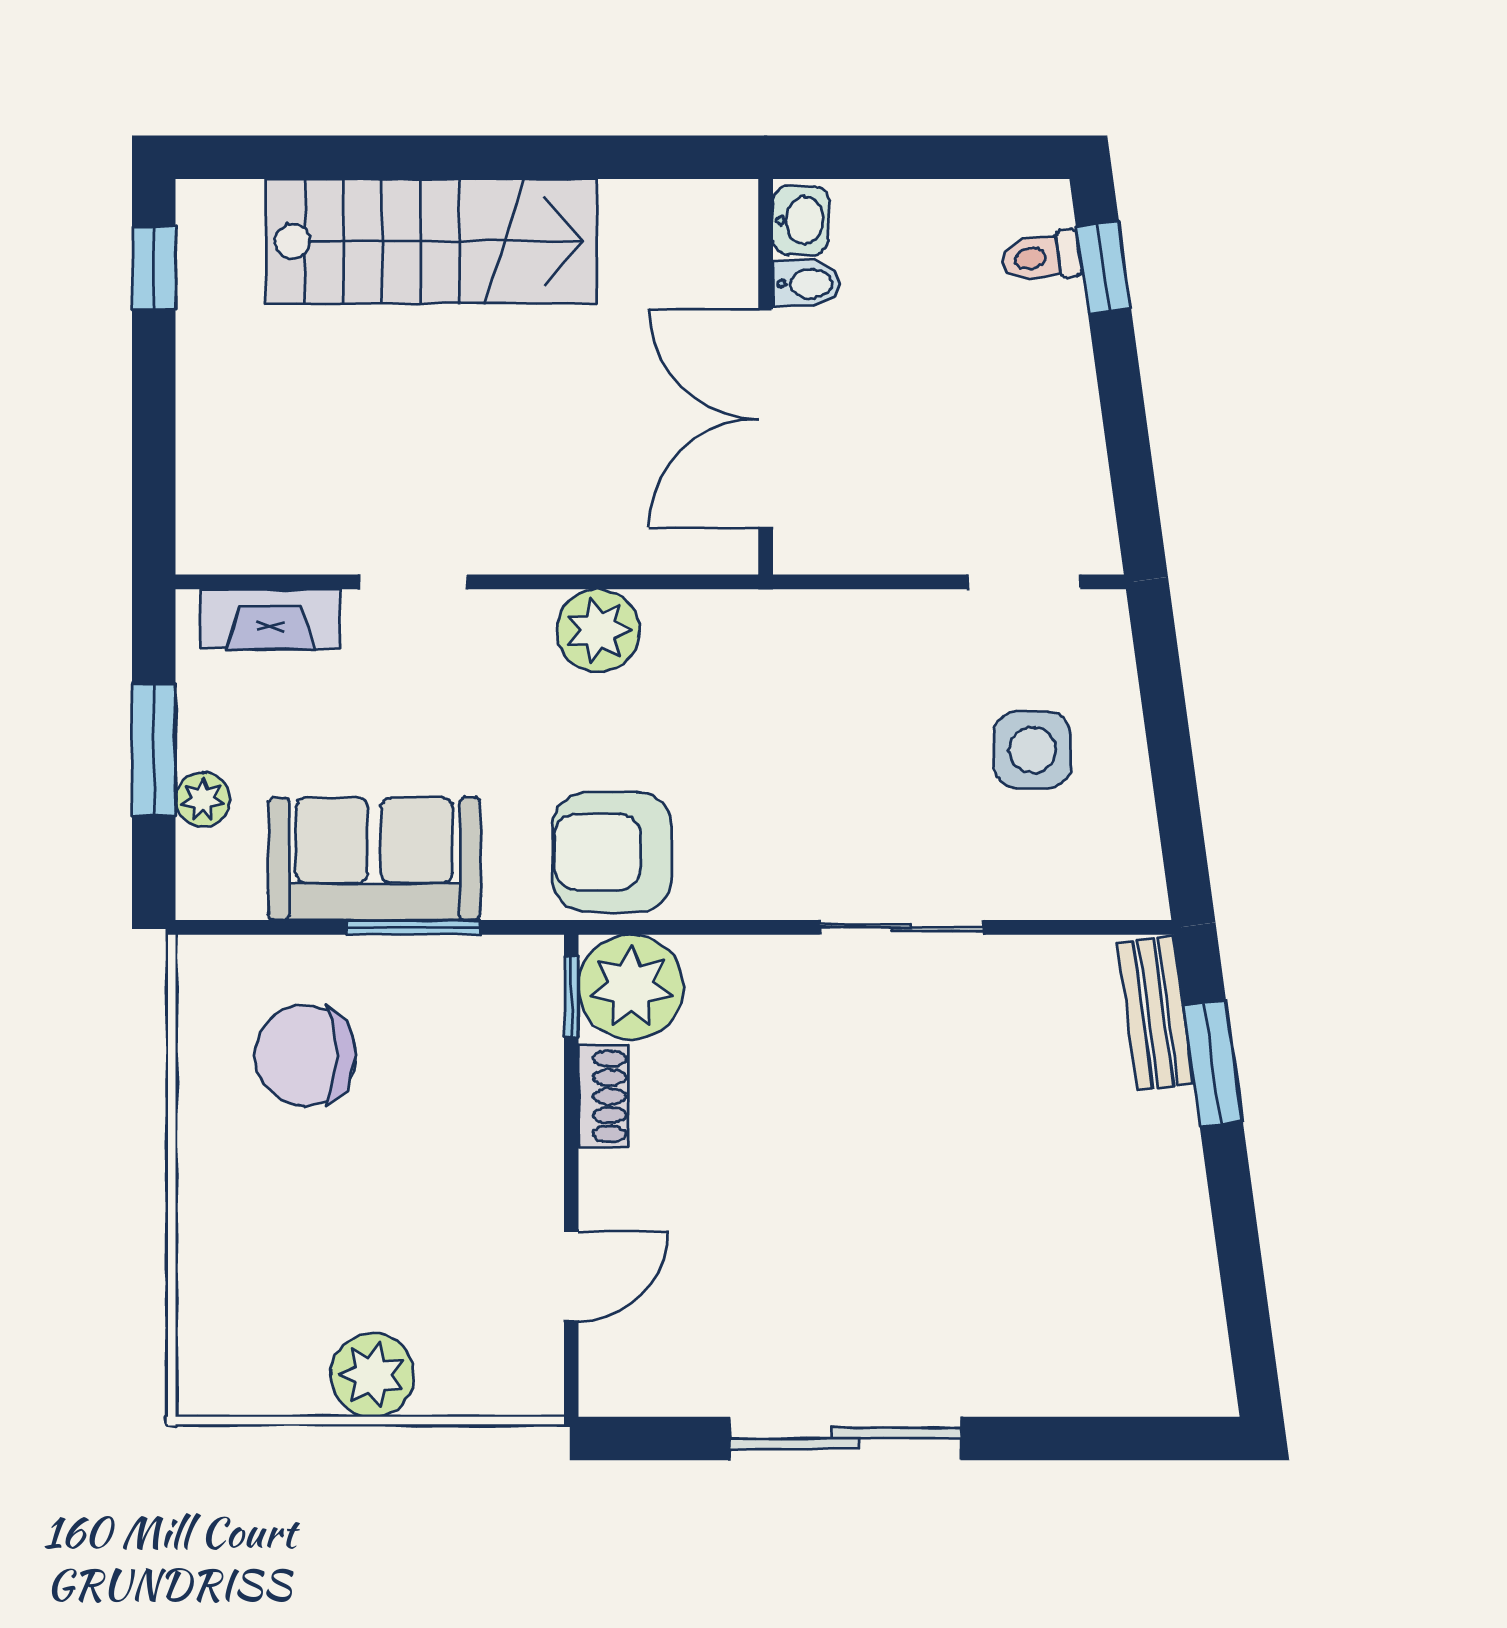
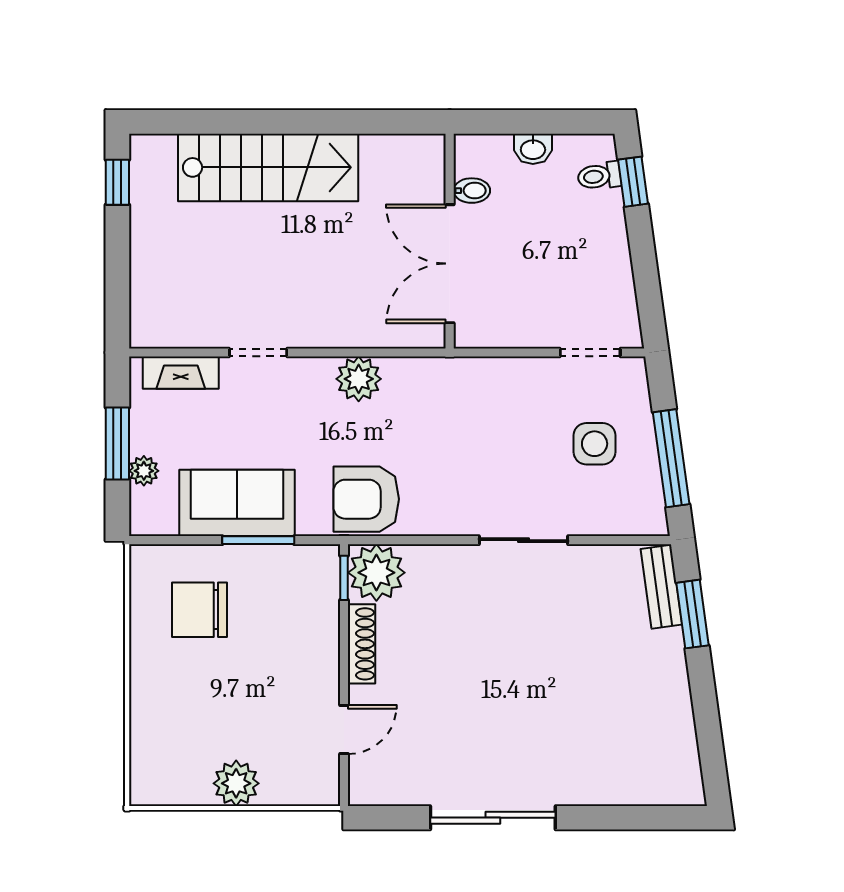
washbasin: (801, 220) -> (533, 149), moved, turned 90
window: (1173, 776) -> (671, 458), added
shoe rack: (603, 1096) -> (361, 644), width x1.43

